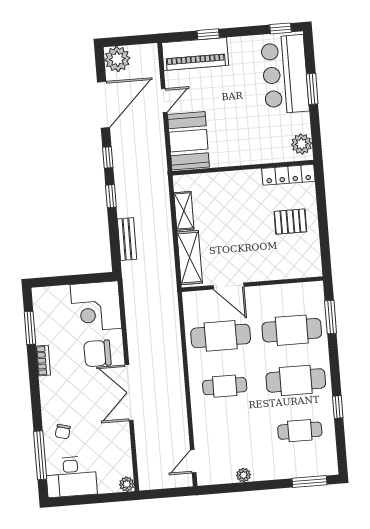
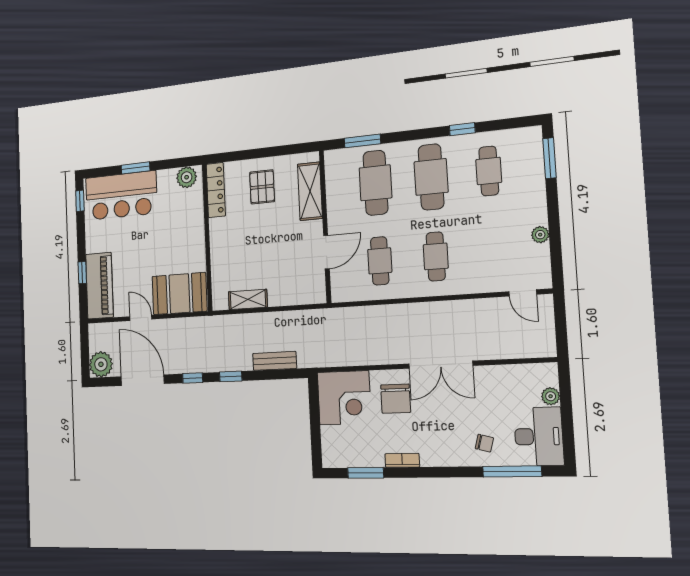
shelving: (190, 258) -> (310, 191), moved, turned 90
cafe table: (221, 336) -> (380, 261), width x0.73, depth x0.74
plant: (127, 484) -> (551, 396), moved

